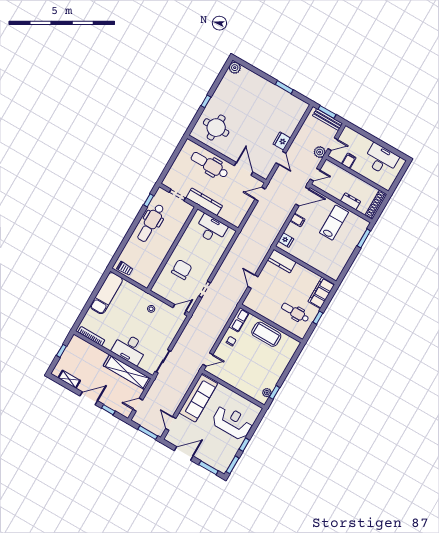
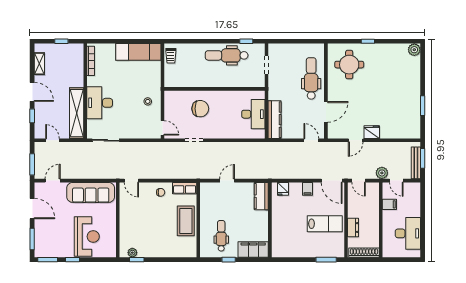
kitchen counter: (204, 202) -> (275, 120), moved

